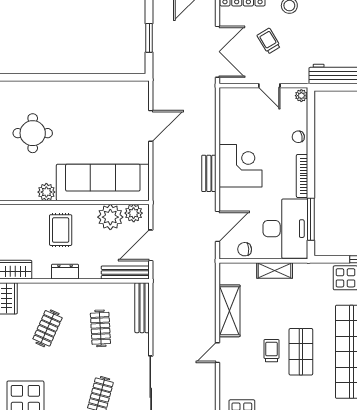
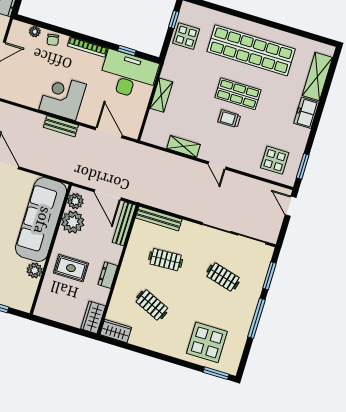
plant: (301, 96) -> (35, 32), moved
window: (311, 219) -> (127, 51), width x0.46
chair: (245, 249) -> (135, 115), removed
shelving: (230, 311) -> (184, 146), width x0.67, depth x0.75

